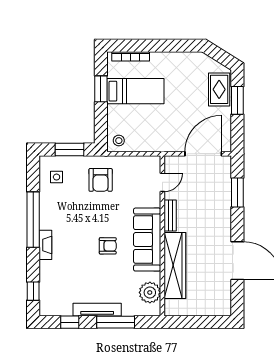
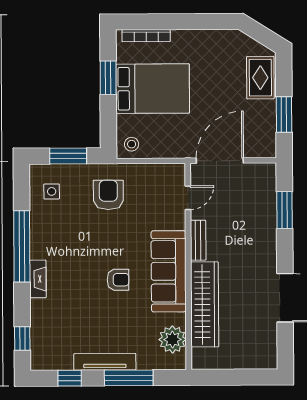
bed: (135, 91) -> (153, 89), width x1.50
window: (237, 100) -> (284, 114), moved
door: (203, 154) -> (220, 161), moved
armchair: (101, 180) -> (108, 195), turned 180

